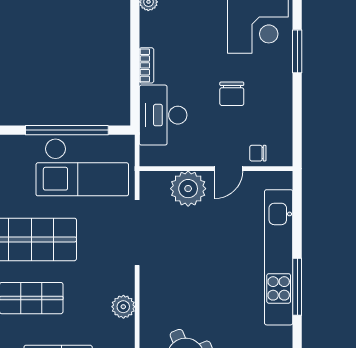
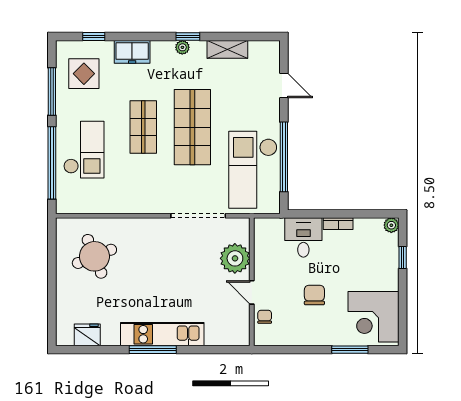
chair: (232, 94) -> (314, 295), turned 90
desk: (163, 115) -> (303, 237), width x0.73
kitchen unit: (279, 257) -> (162, 334), width x0.73
plant: (123, 307) -> (136, 204), removed

